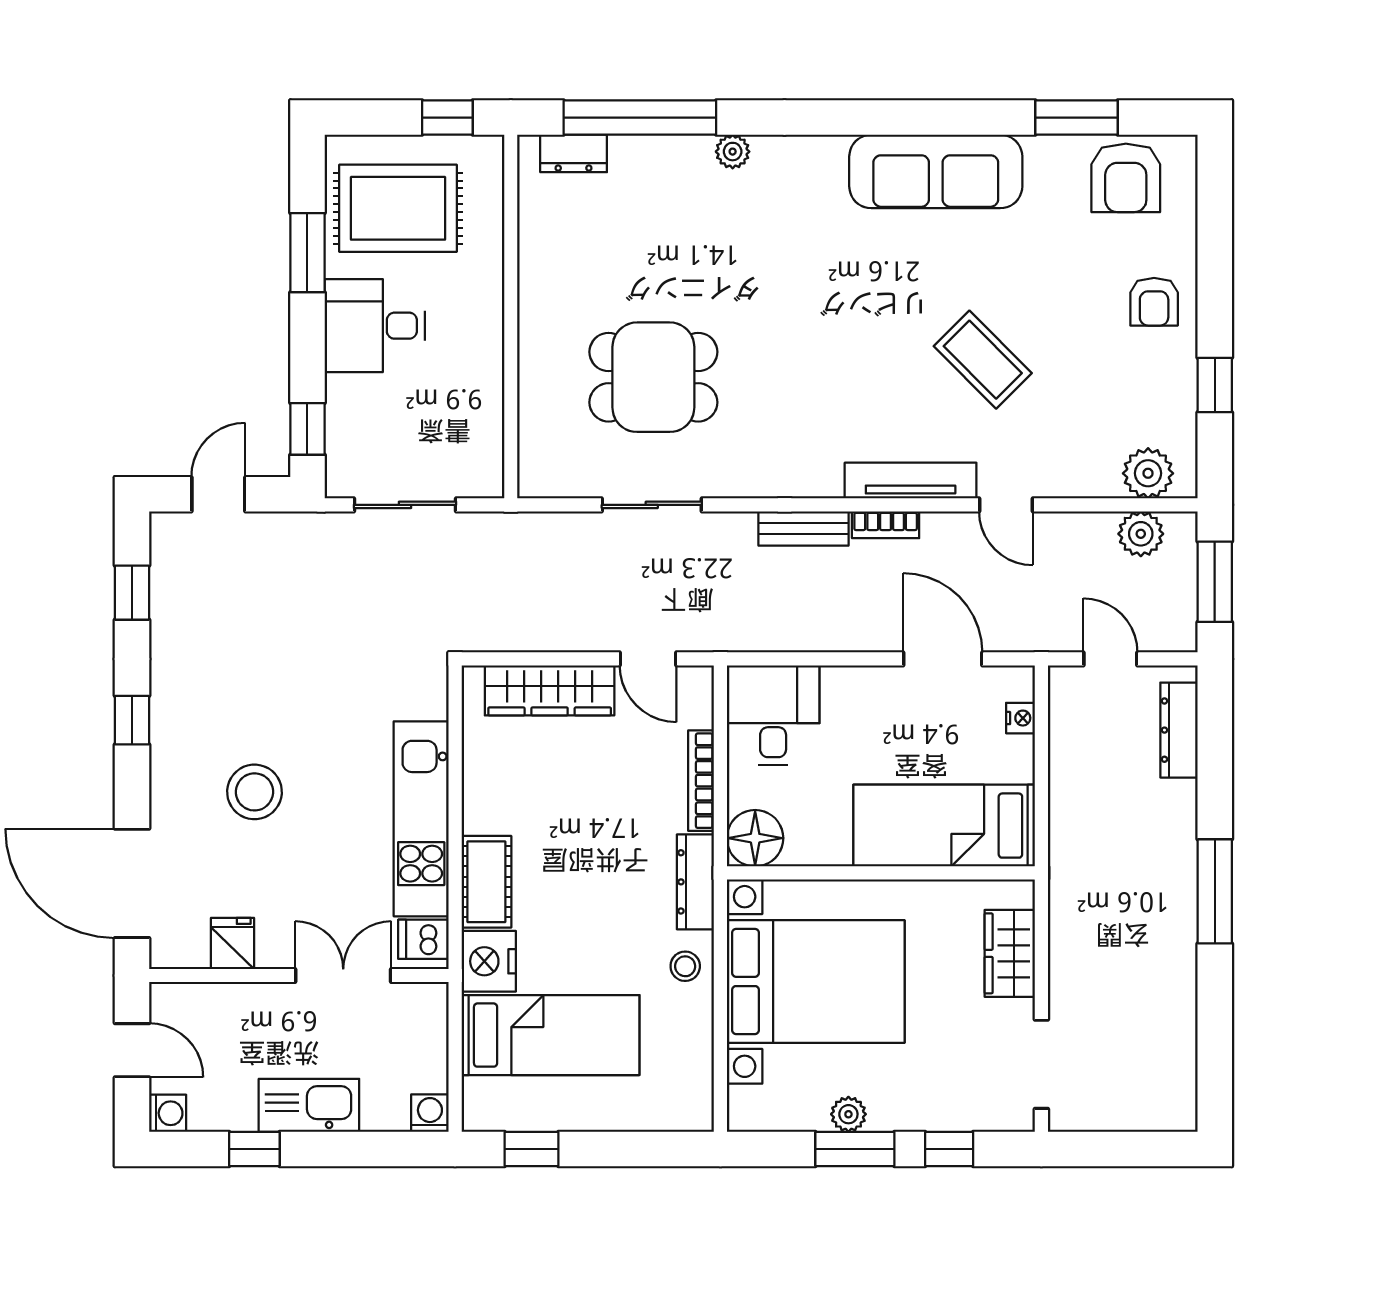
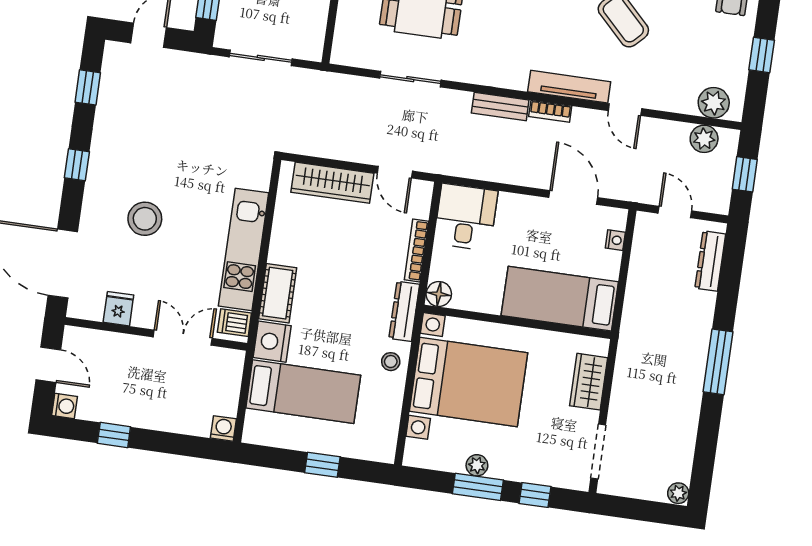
window: (1215, 582) -> (745, 174), width x0.67
floor lamp: (755, 838) -> (439, 294), width x0.73, depth x0.73
kitchen sink: (309, 1105) -> (151, 413), removed
plant: (1181, 1113) -> (678, 493), added
window: (531, 1149) -> (322, 465), moved

